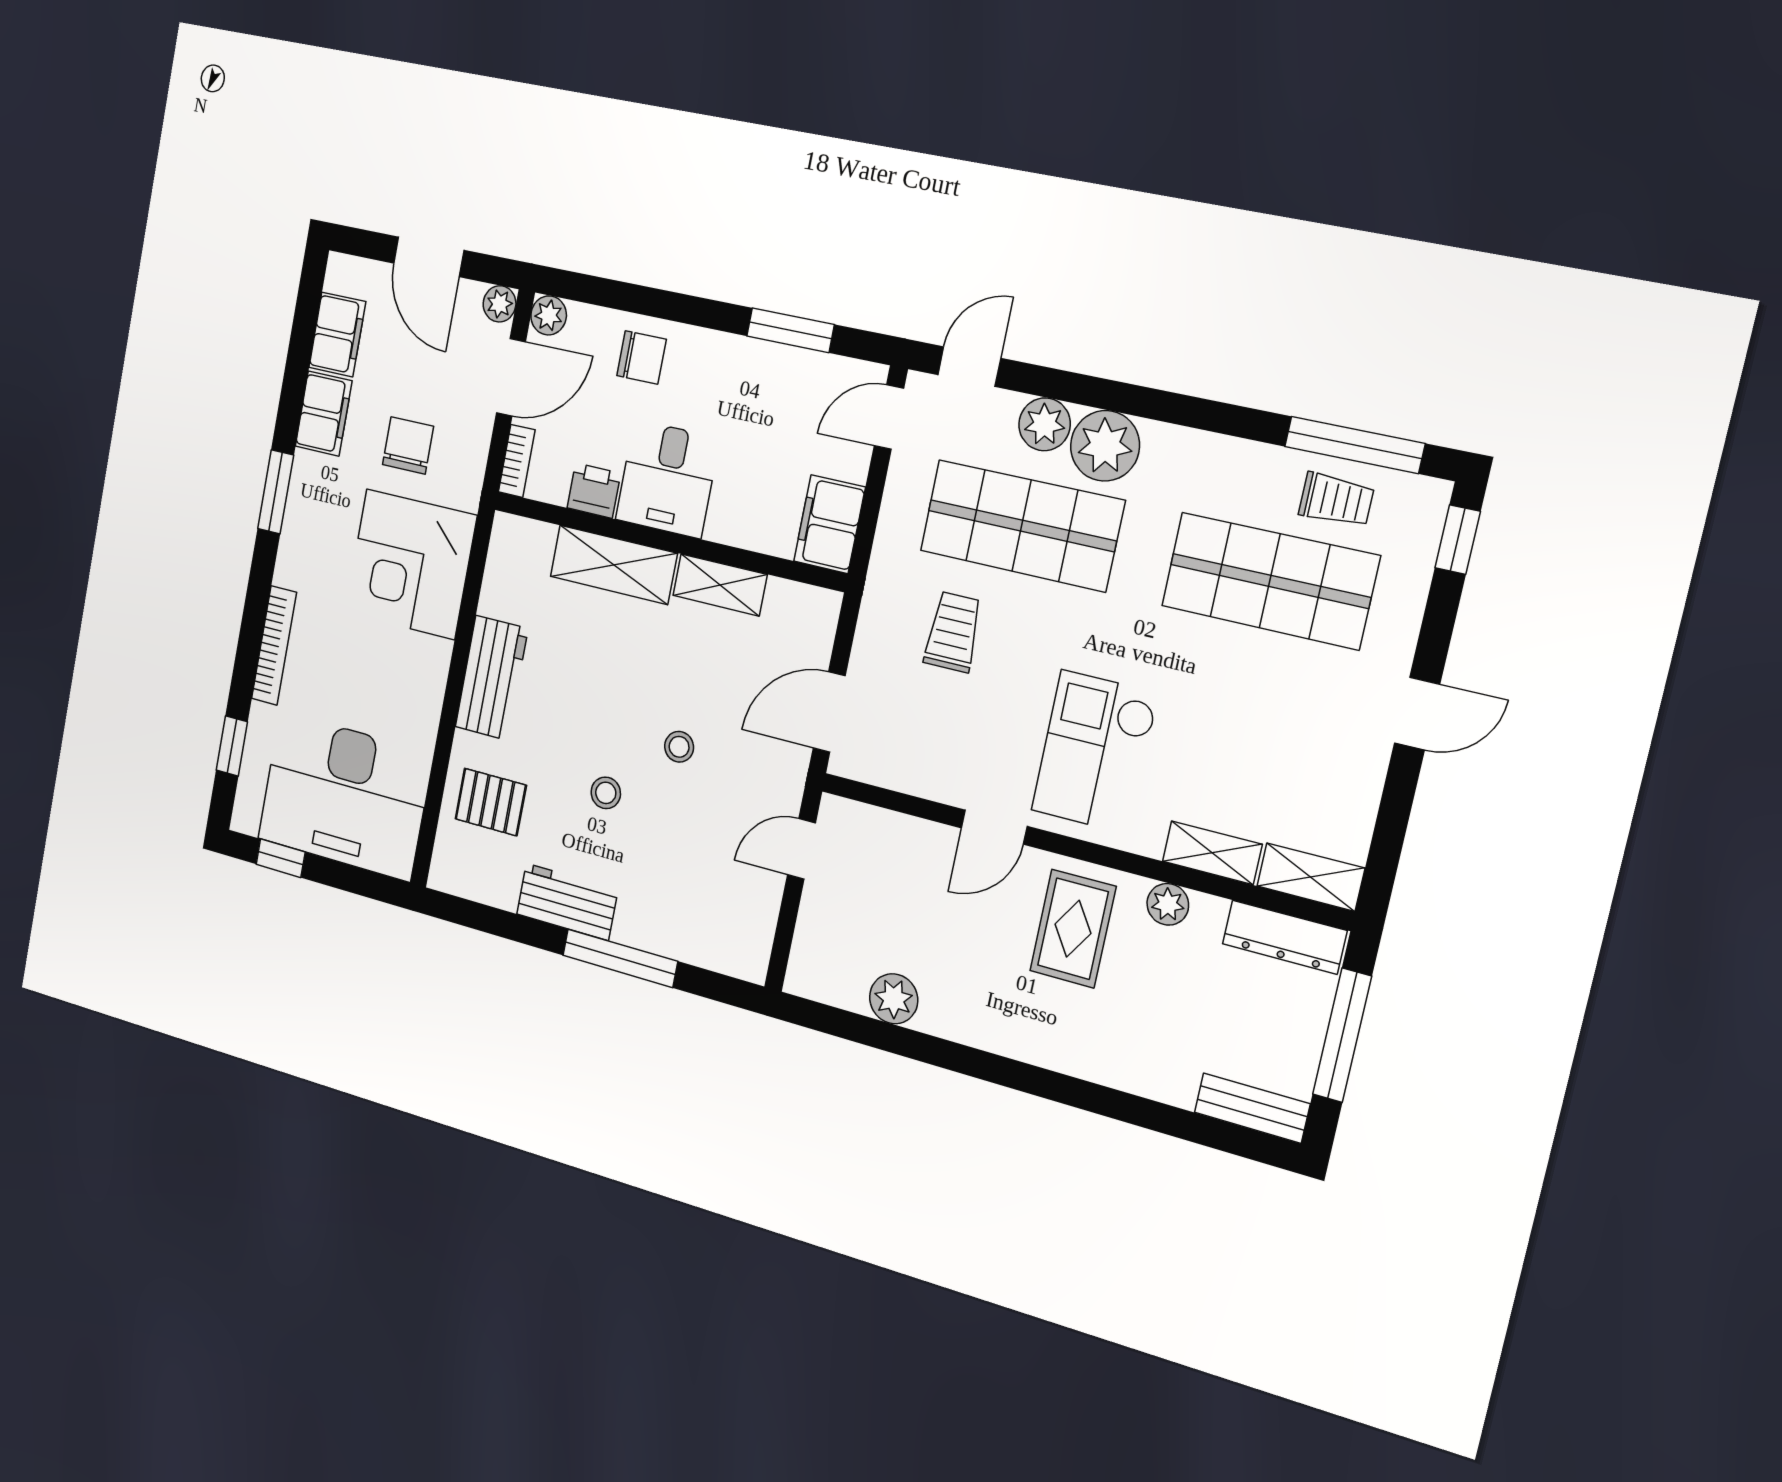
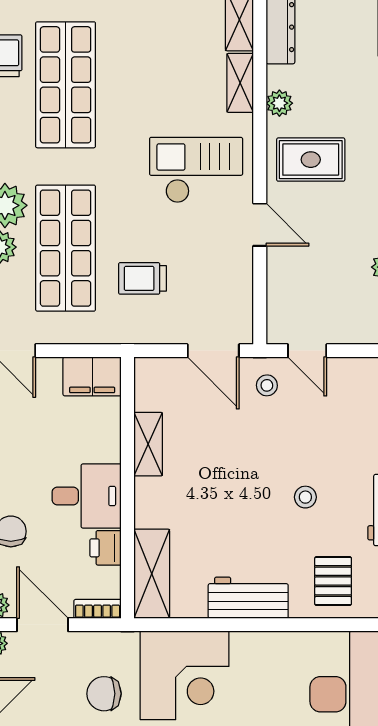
shelving: (614, 565) -> (152, 574), moved
stool: (679, 747) -> (267, 385), moved
checkout: (1095, 752) -> (196, 170), turned 180

